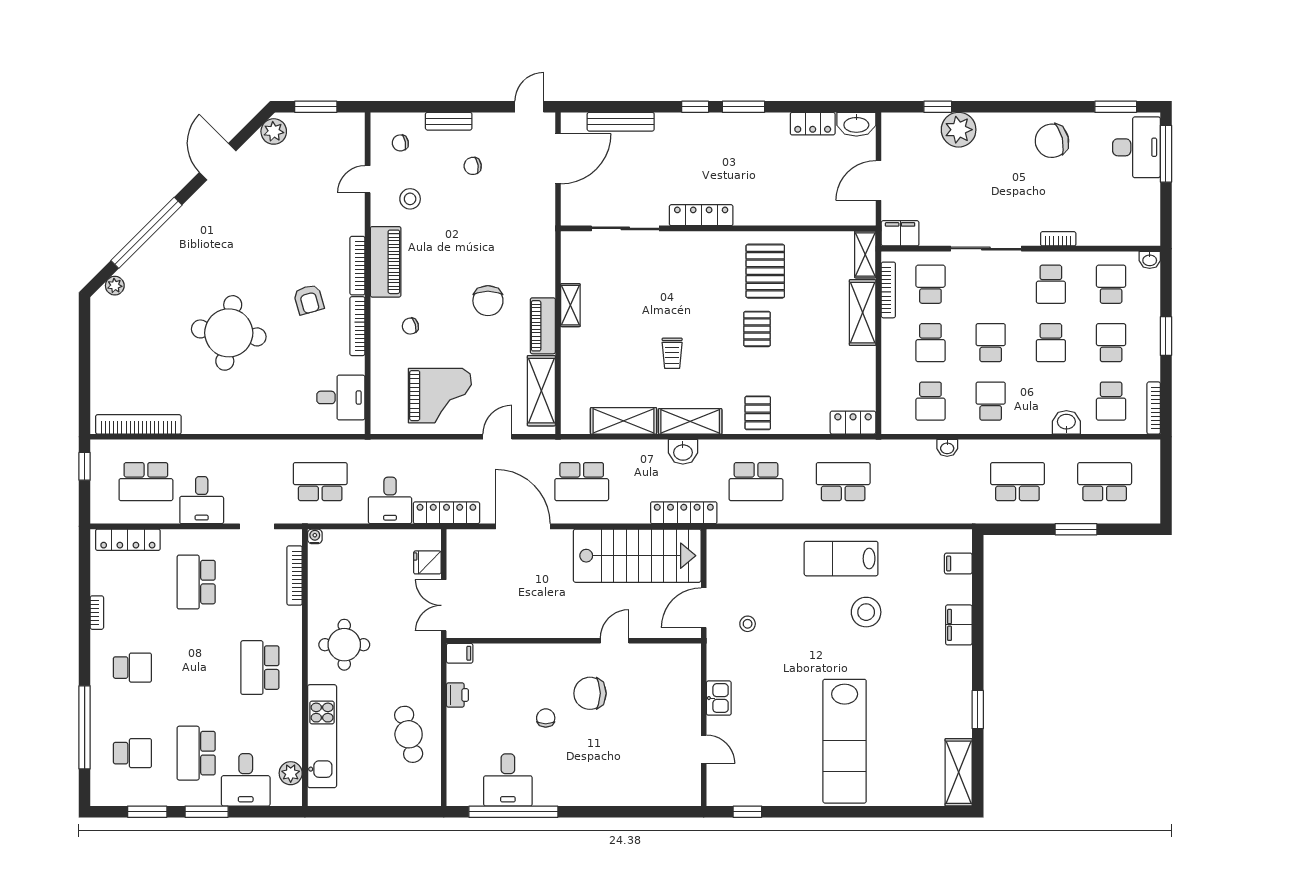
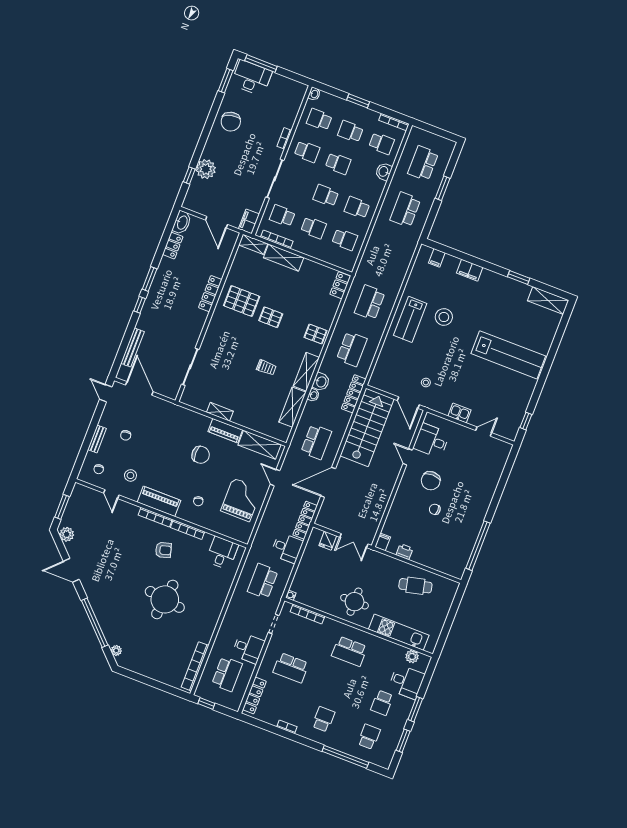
locker: (701, 215) -> (210, 294), moved
washbasin: (947, 448) -> (313, 395), moved
school desk: (196, 753) -> (382, 703), width x0.54
desk: (508, 780) -> (431, 441), moved, turned 180

